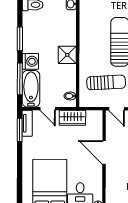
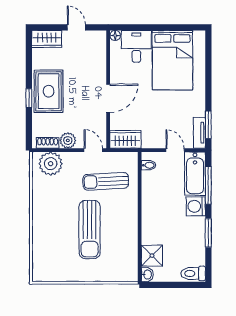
shower: (67, 55) -> (152, 256), moved
wardrobe: (72, 118) -> (125, 139), moved
door: (104, 152) -> (108, 98), hinge flipped

